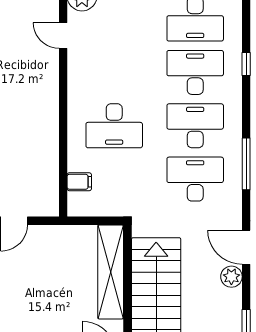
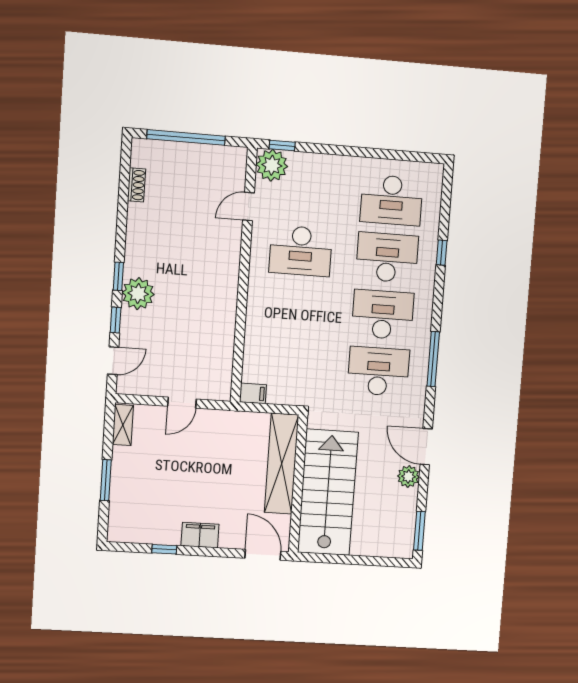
door: (63, 35) -> (248, 206), hinge flipped
desk: (114, 126) -> (301, 251), moved
filing cabinet: (79, 182) -> (253, 393), moved

